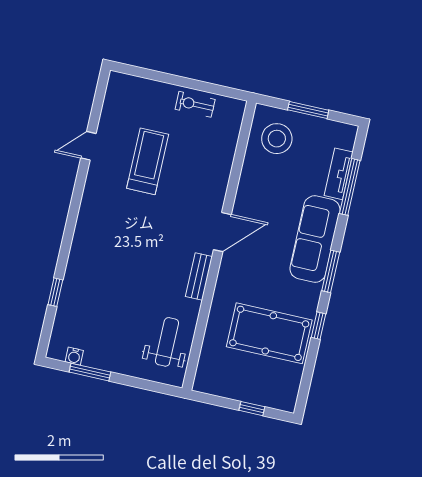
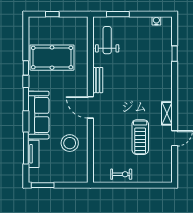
window: (308, 110) -> (43, 185), moved
stool: (277, 139) -> (70, 143), moved
shelving: (92, 192) -> (167, 113), added
door: (222, 232) -> (90, 107), hinge flipped
weight bench: (167, 342) -> (107, 40), turned 180
window: (90, 372) -> (118, 14), moved

